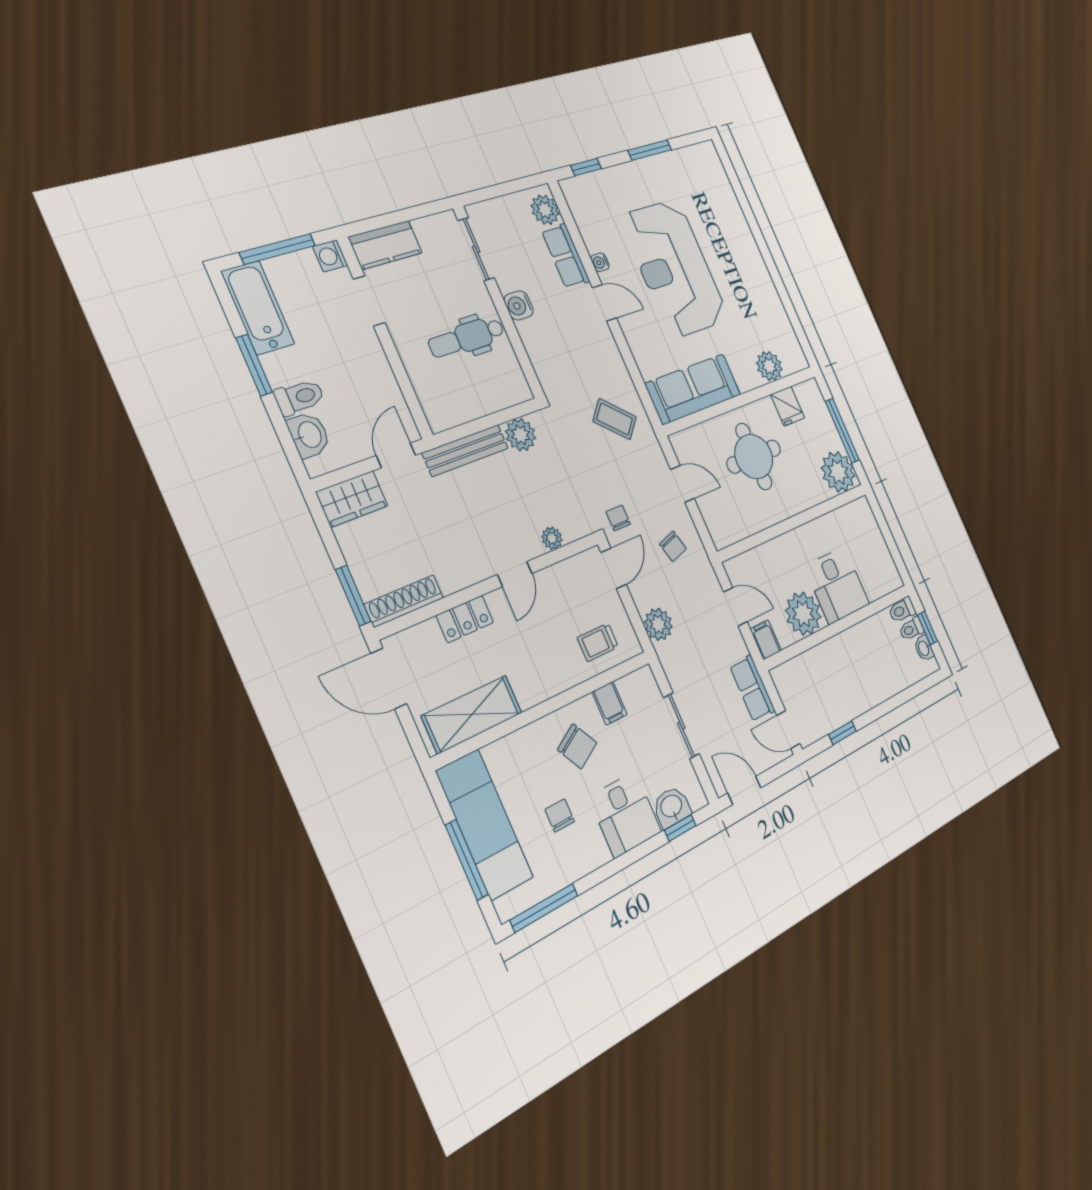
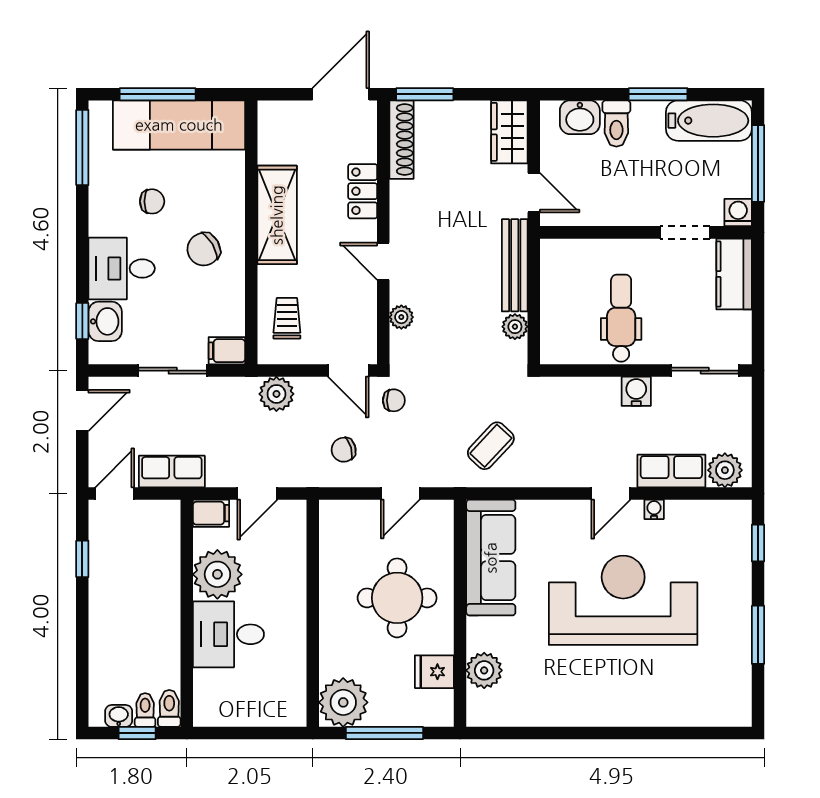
plant: (521, 435) -> (515, 327), width x0.73, depth x0.73
filing cabinet: (610, 703) -> (227, 351), moved
shelving: (472, 714) -> (277, 215), moved

